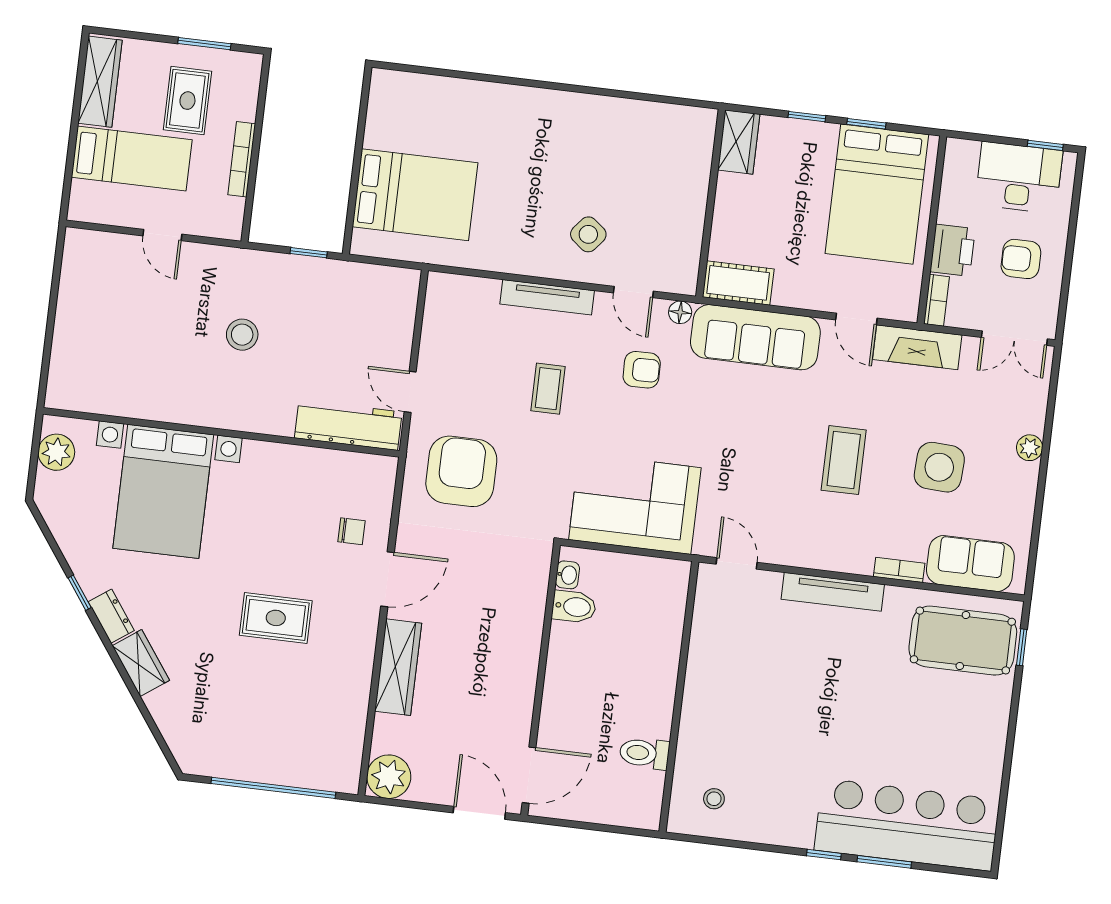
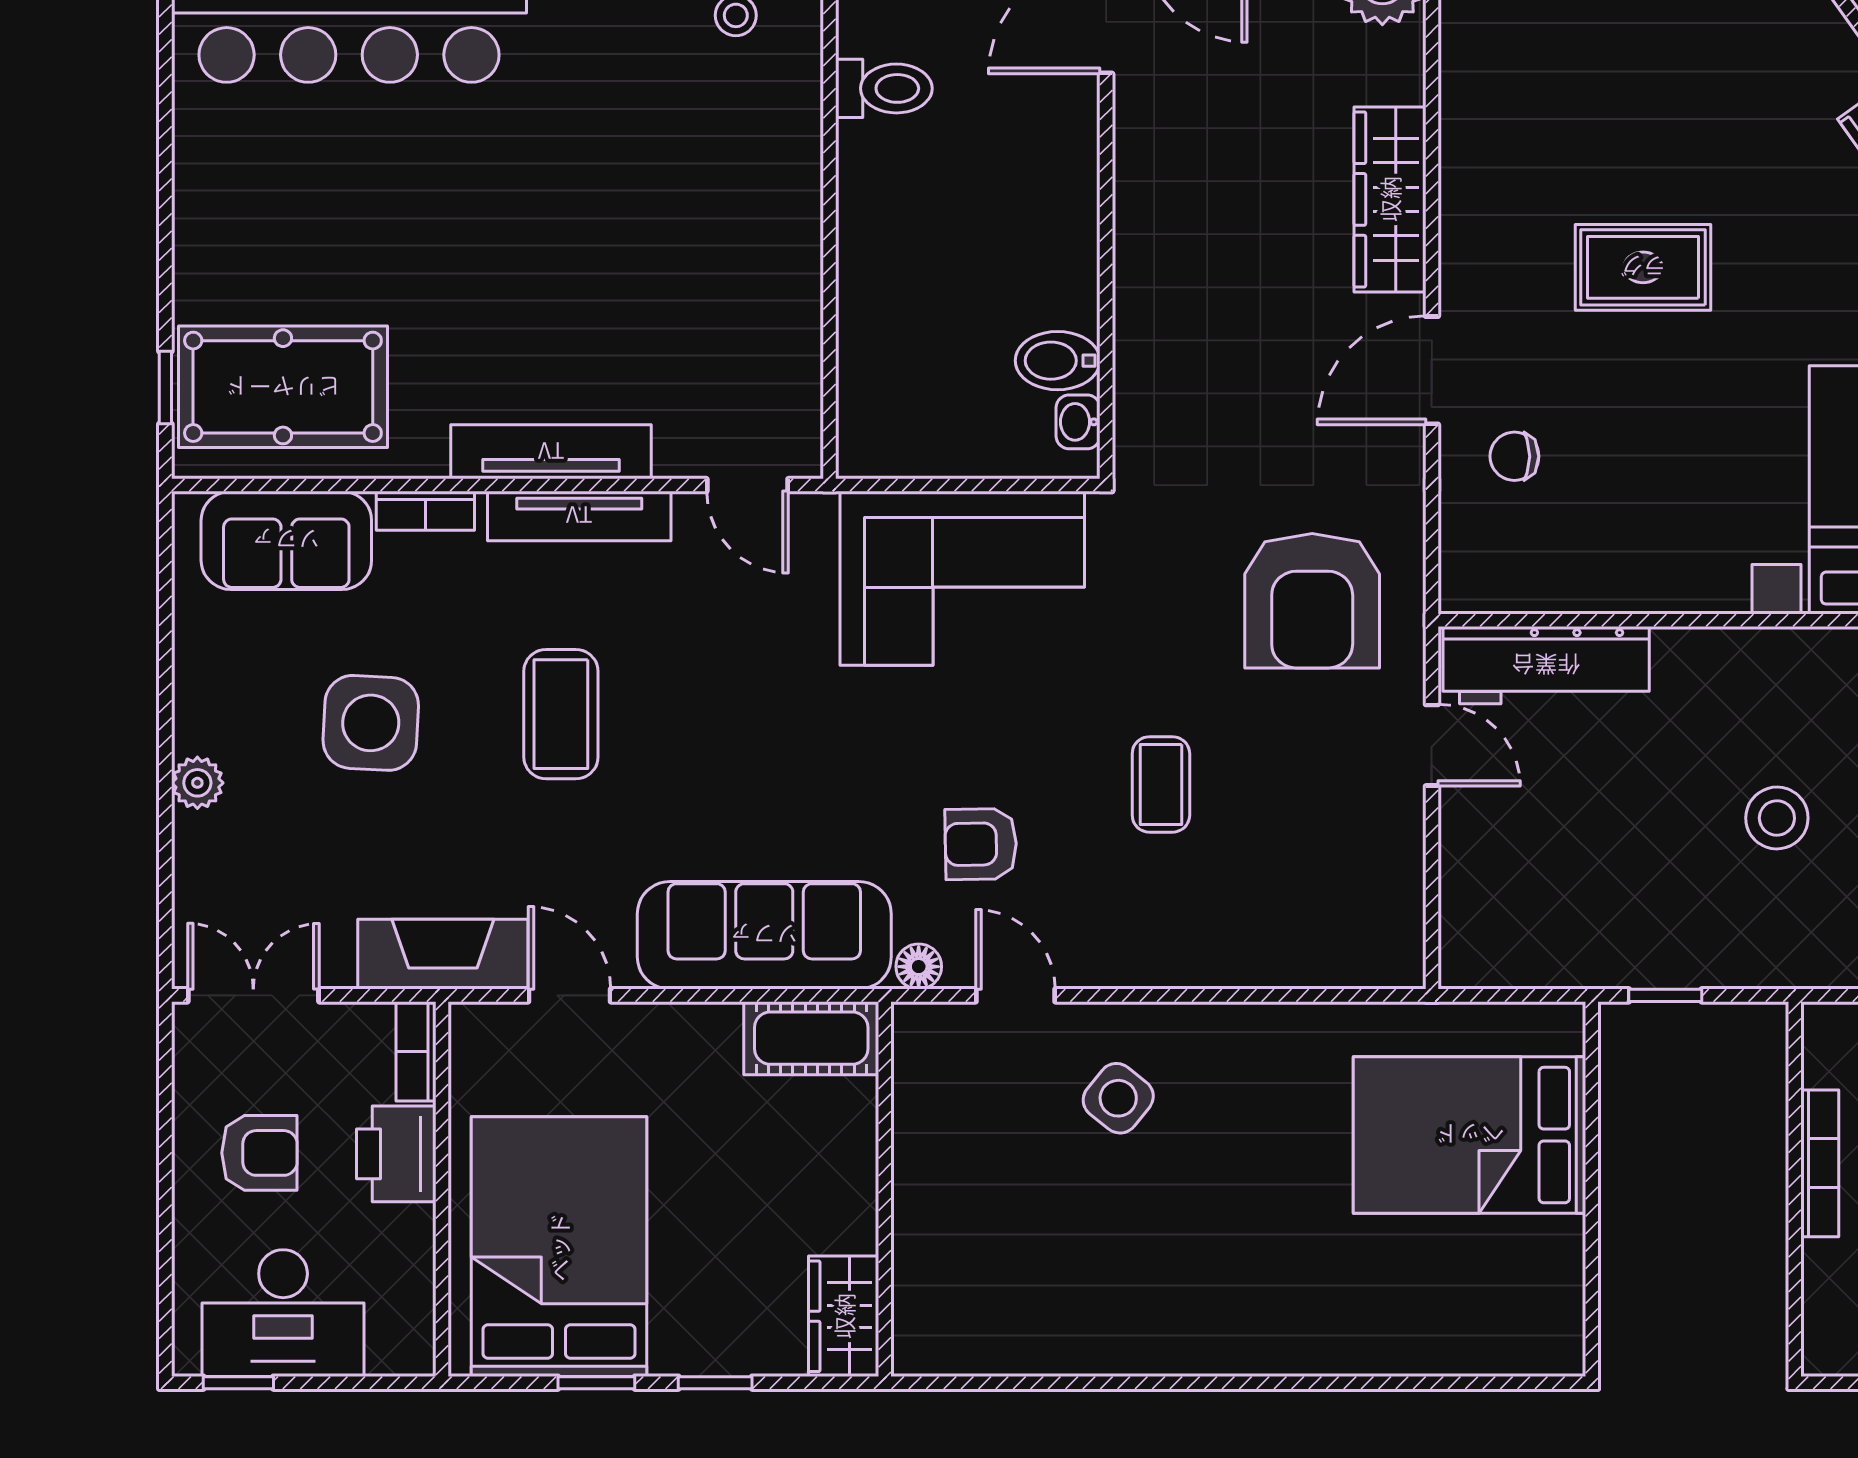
tv unit: (547, 297) -> (579, 516), moved, turned 180

